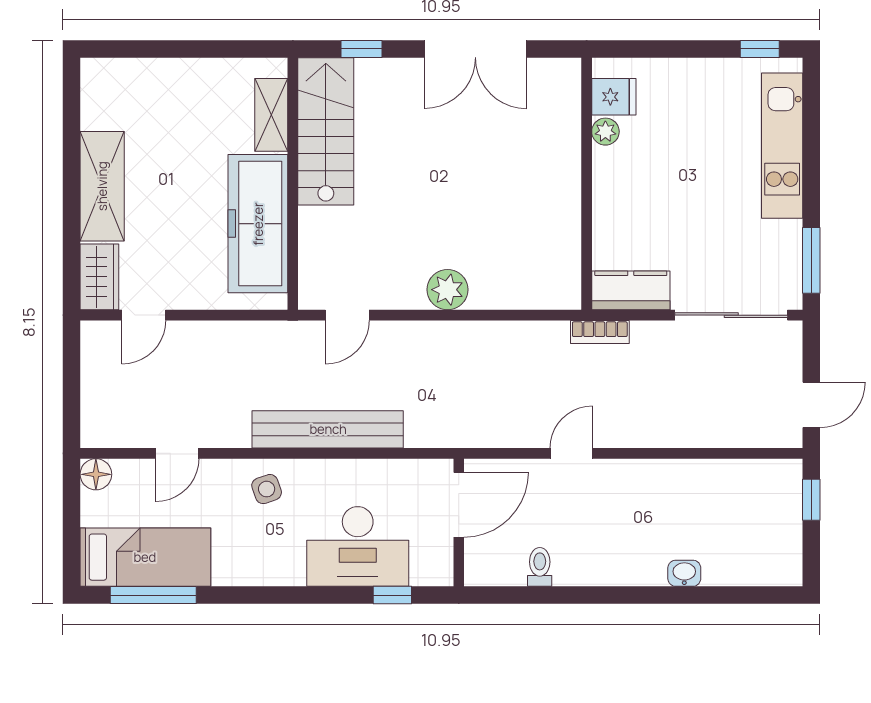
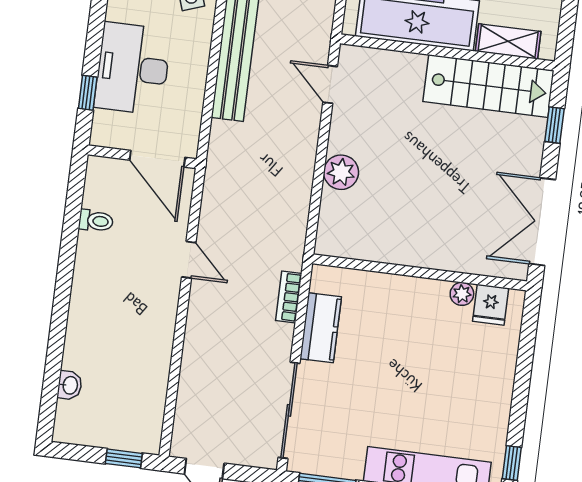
fridge: (614, 97) -> (491, 305), moved
plant: (605, 132) -> (462, 294), moved
wall: (587, 184) -> (420, 272), moved
washbasin: (684, 573) -> (70, 385), moved

